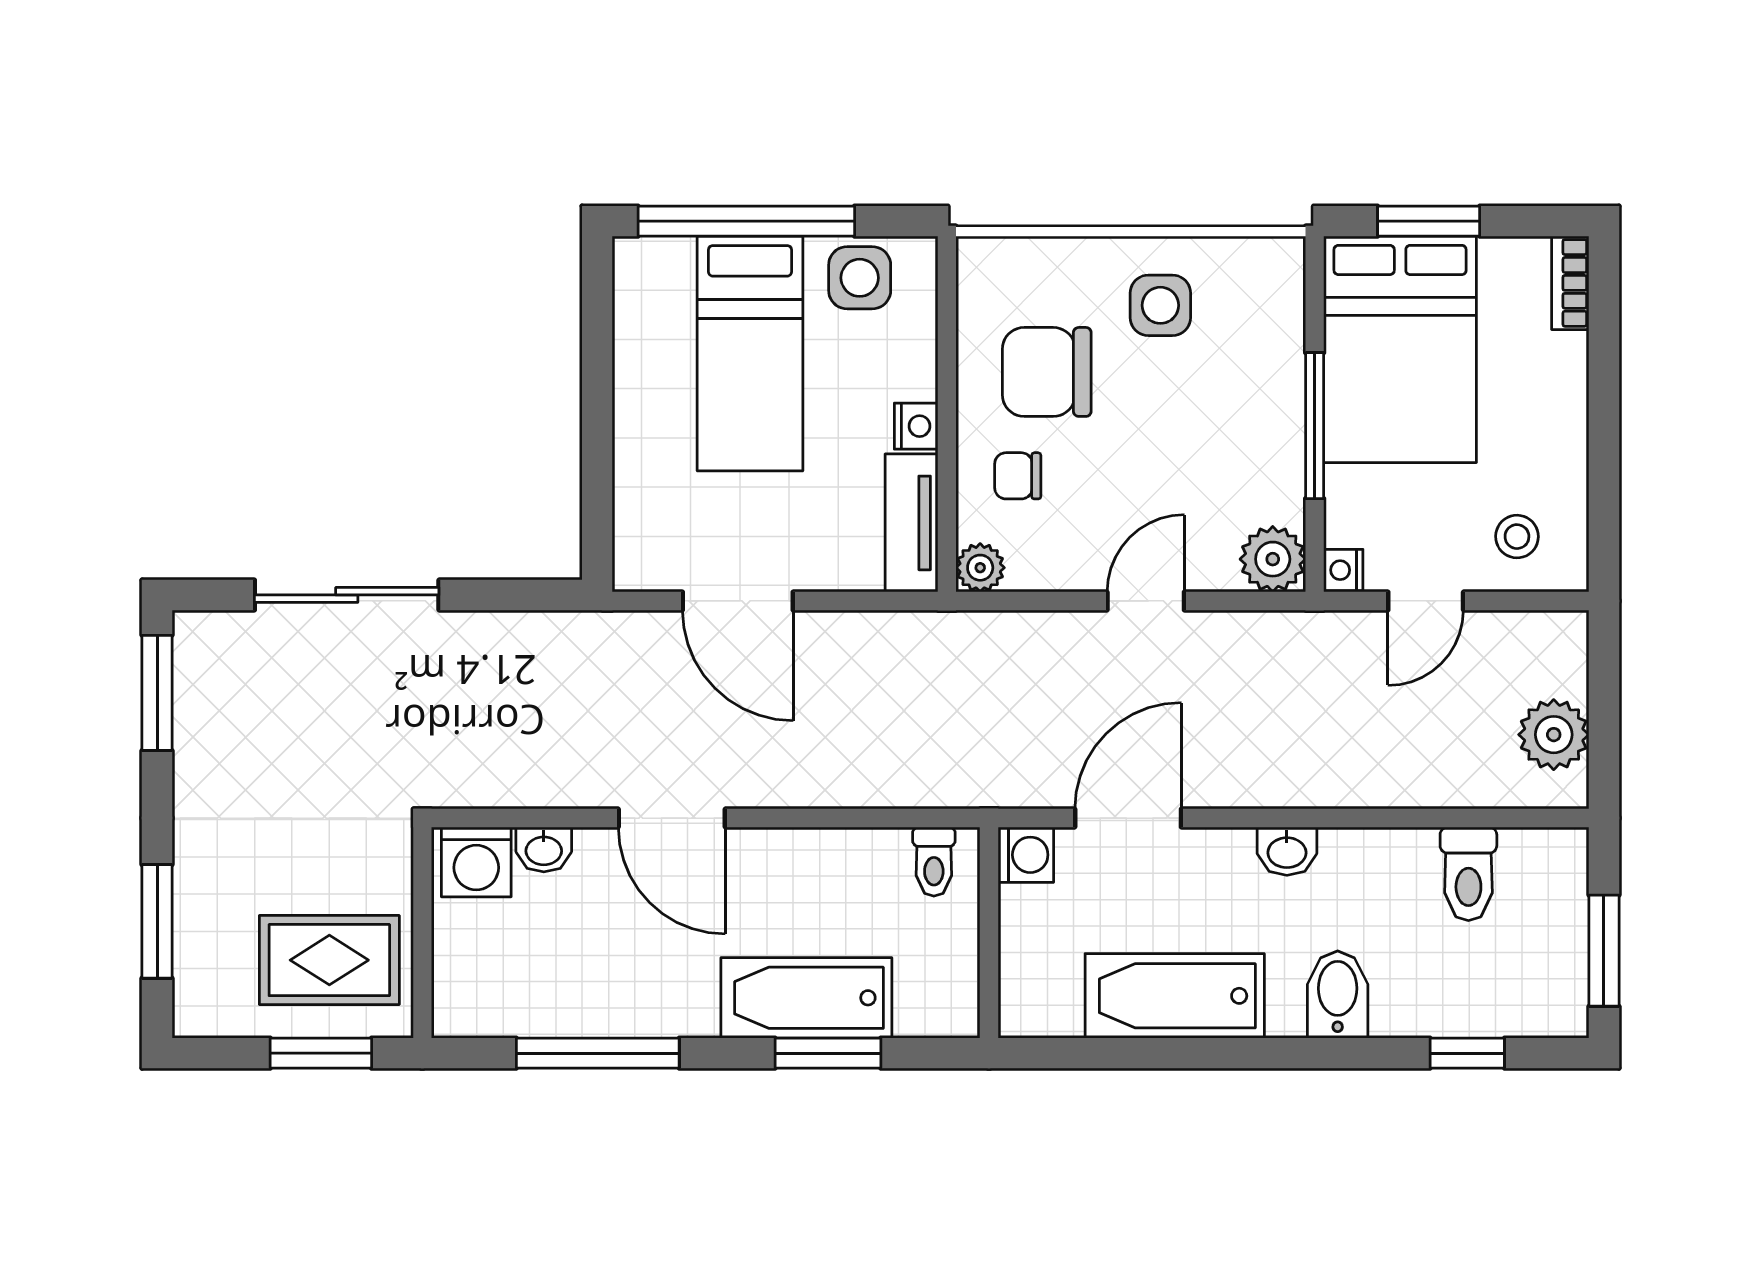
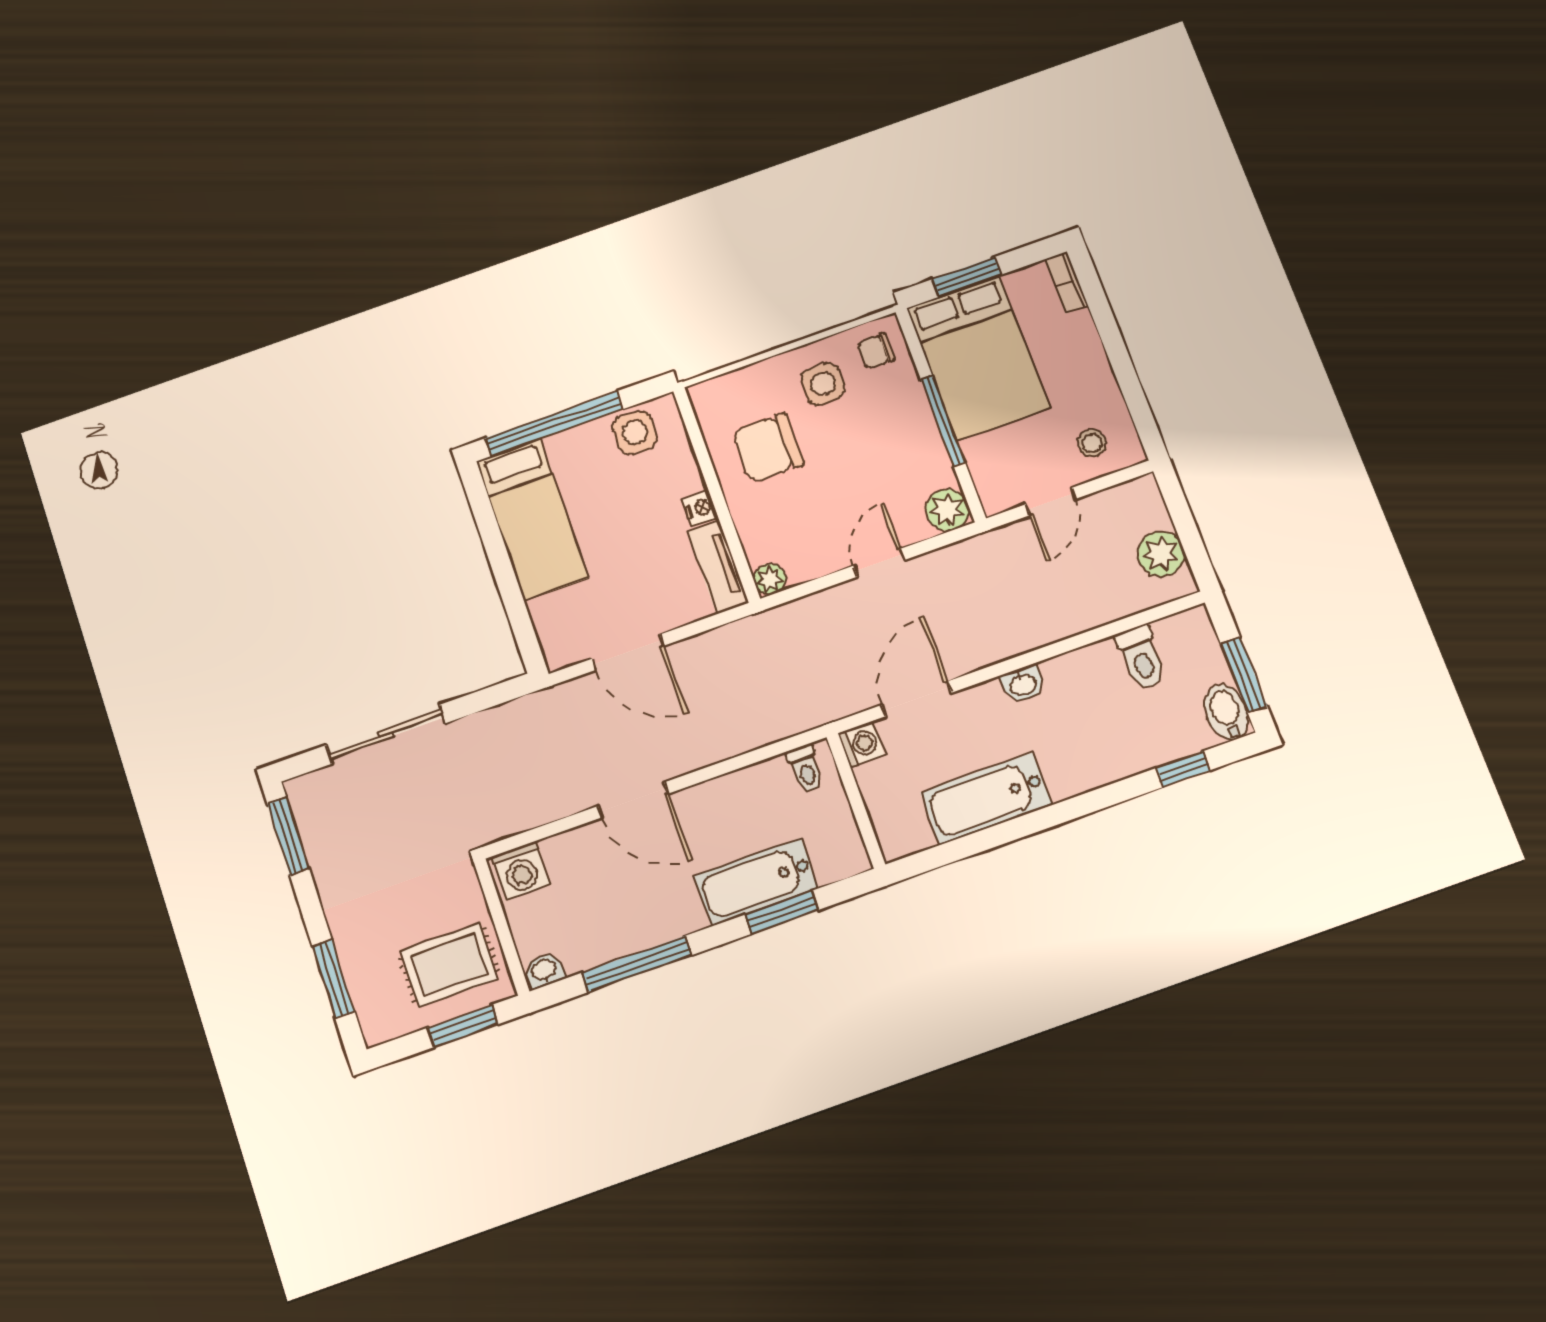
bed: (750, 354) -> (532, 519), moved
chair: (1018, 476) -> (876, 351), moved
nightstand: (1343, 570) -> (993, 501), removed
washbasin: (544, 850) -> (544, 970), moved, turned 180
bidet: (1338, 994) -> (1226, 712), moved

